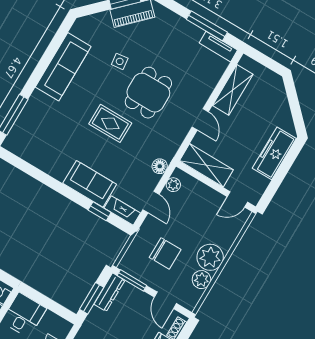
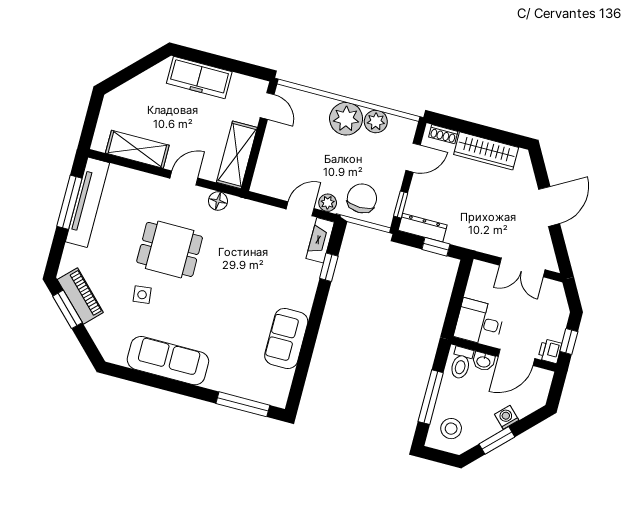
tv unit: (218, 47) -> (87, 202), width x1.92, depth x1.29
rug: (110, 123) -> (220, 285), removed
floor lamp: (160, 166) -> (218, 201), moved
sofa: (90, 184) -> (286, 338), moved
plant: (173, 185) -> (328, 203), moved
chair: (165, 254) -> (362, 198), moved
window: (132, 280) -> (401, 205), width x0.67
window: (92, 298) -> (436, 247), width x0.67

